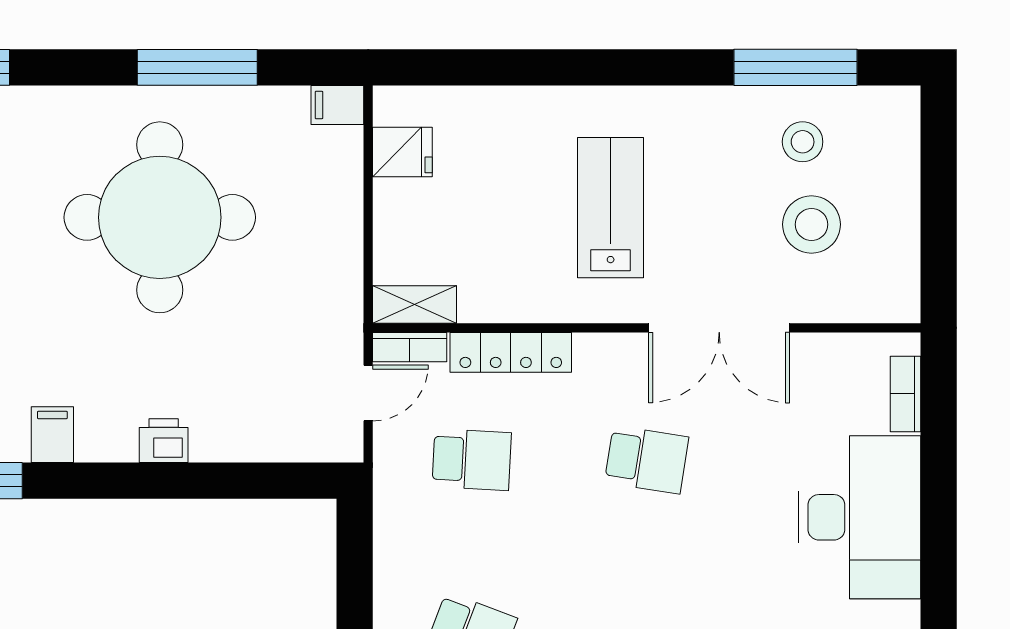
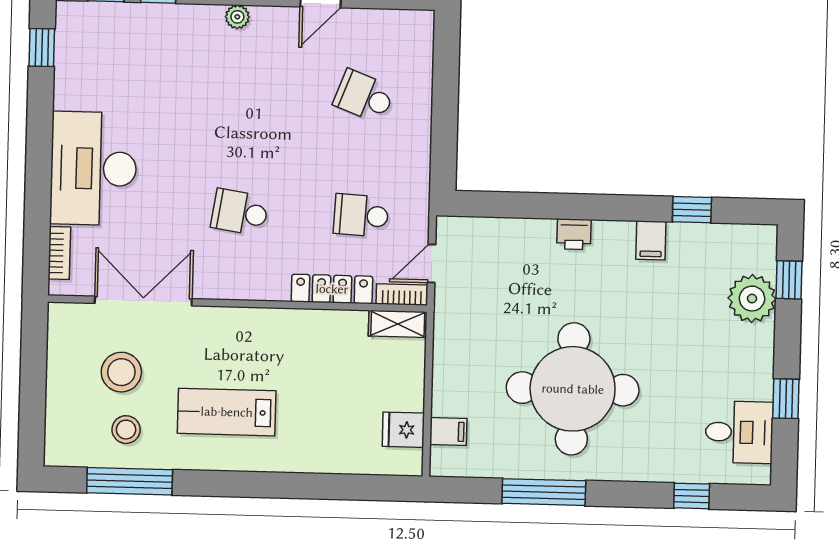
filing cabinet: (337, 105) -> (448, 432), moved
lab bench: (611, 208) -> (227, 412), moved, turned 90
double door: (719, 328) -> (143, 301), moved

